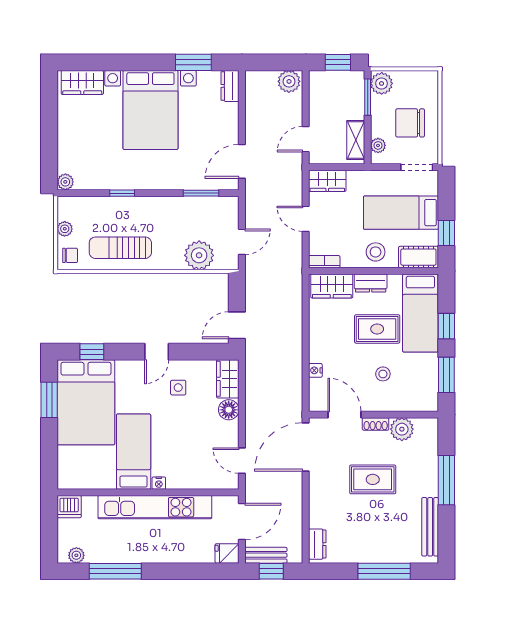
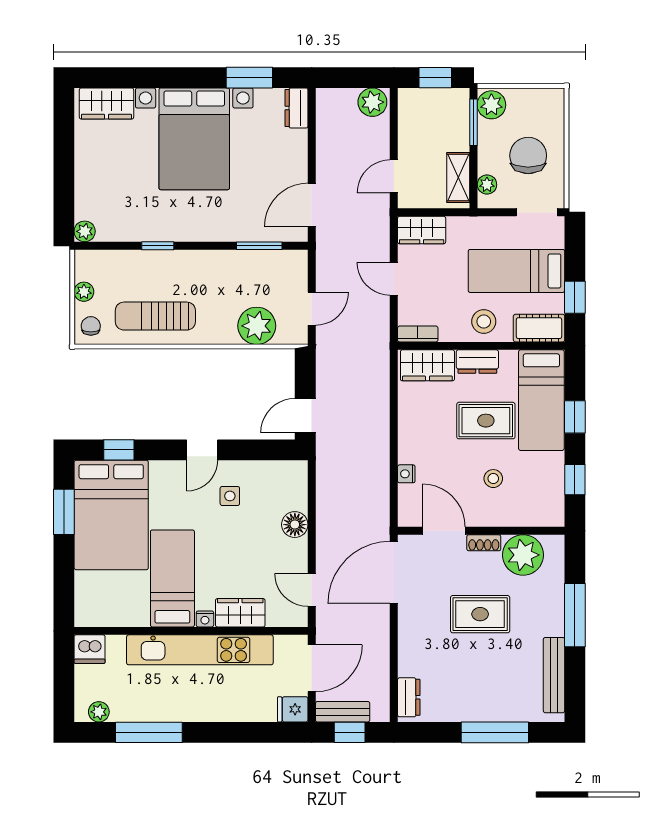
chair: (410, 123) -> (528, 156), turned 90
chair: (70, 255) -> (91, 326), turned -90
window: (446, 375) -> (575, 480), width x0.67
wardrobe: (228, 379) -> (240, 613), moved, turned 90
plant: (402, 429) -> (523, 555), width x1.36, depth x1.36

